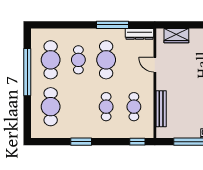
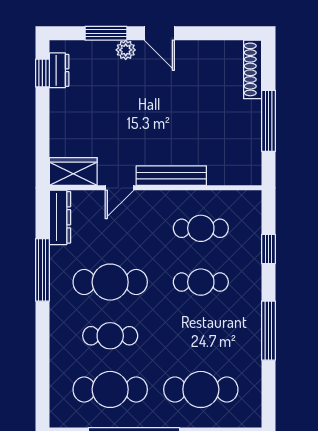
wardrobe: (176, 36) -> (73, 172), moved, turned -90
bench: (161, 109) -> (171, 176), moved
window: (81, 142) -> (269, 331), width x1.44
window: (137, 142) -> (269, 249), moved

